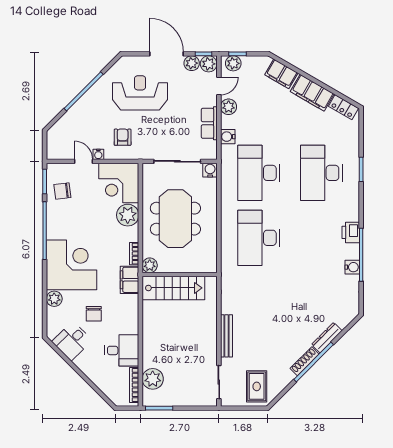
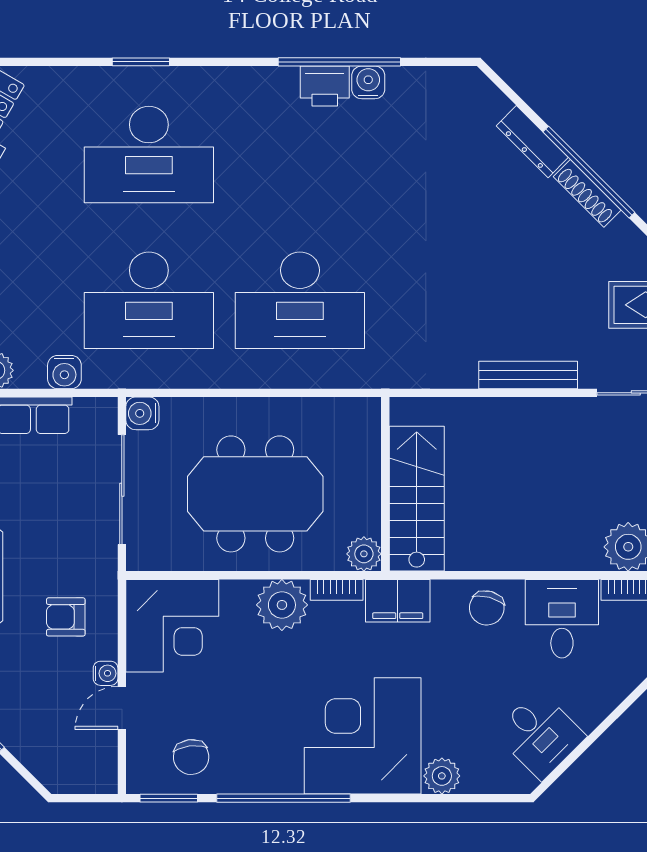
plant: (128, 215) -> (282, 605), moved
printer: (351, 232) -> (325, 86), moved
chair: (94, 314) -> (487, 608), moved, turned 105

